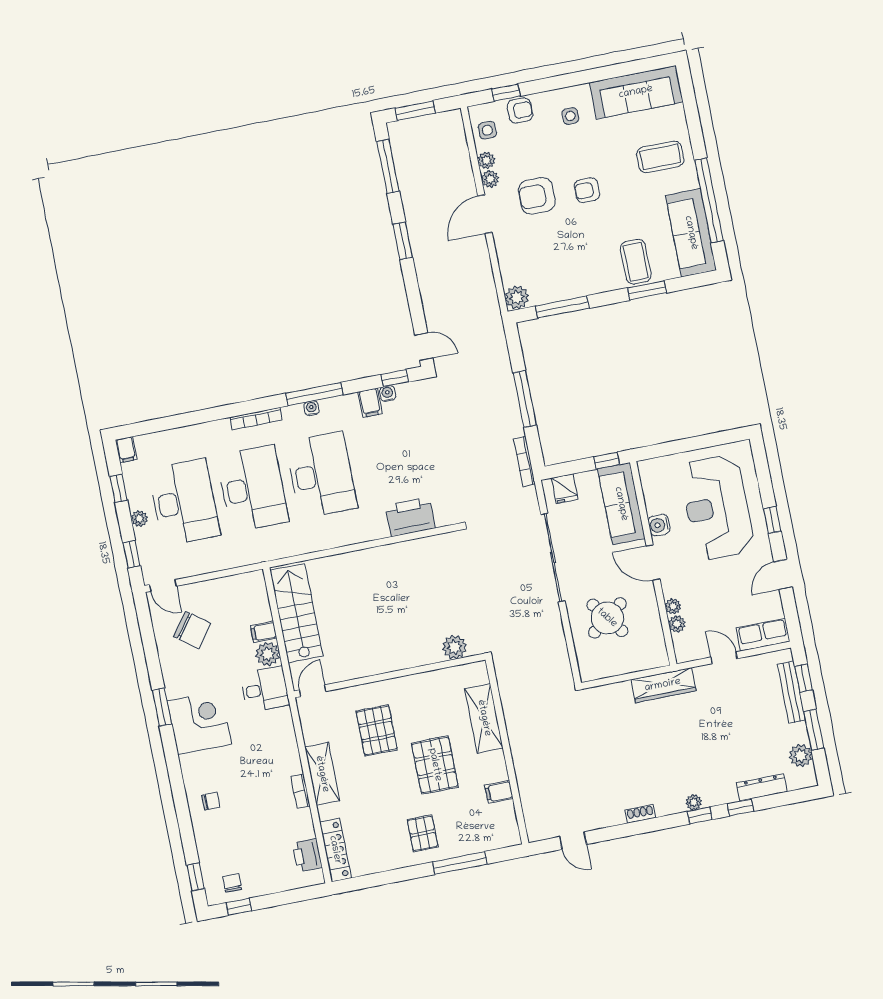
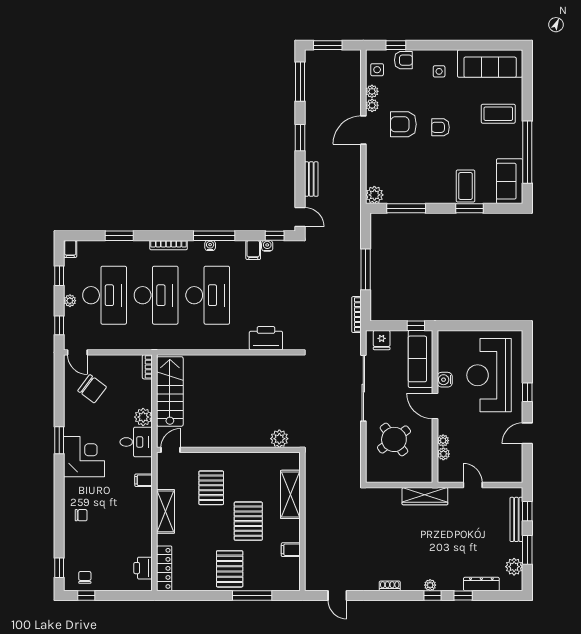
sofa: (691, 233) -> (510, 181), width x0.73
bench: (429, 293) -> (311, 179), added
window: (188, 419) -> (119, 236), added
filing cabinet: (264, 632) -> (144, 480), moved
row of seats: (763, 635) -> (504, 474), removed
bookcase: (300, 791) -> (147, 367), moved
pallet: (423, 833) -> (230, 569), width x1.50, depth x1.42

